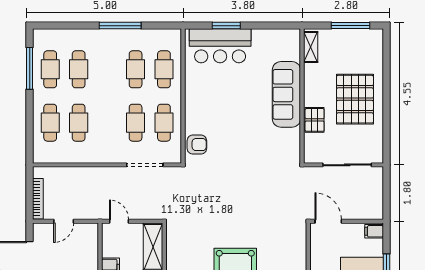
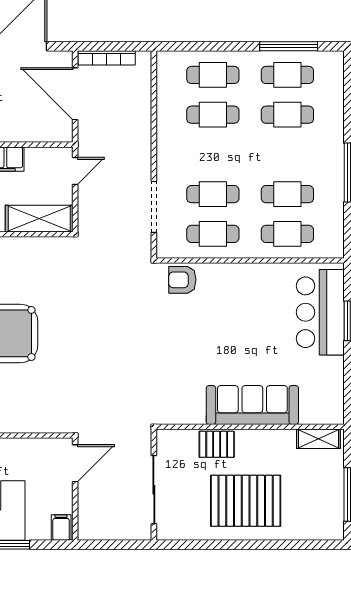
armchair: (197, 145) -> (182, 280), turned 90
door: (64, 221) -> (75, 94), width x1.87

